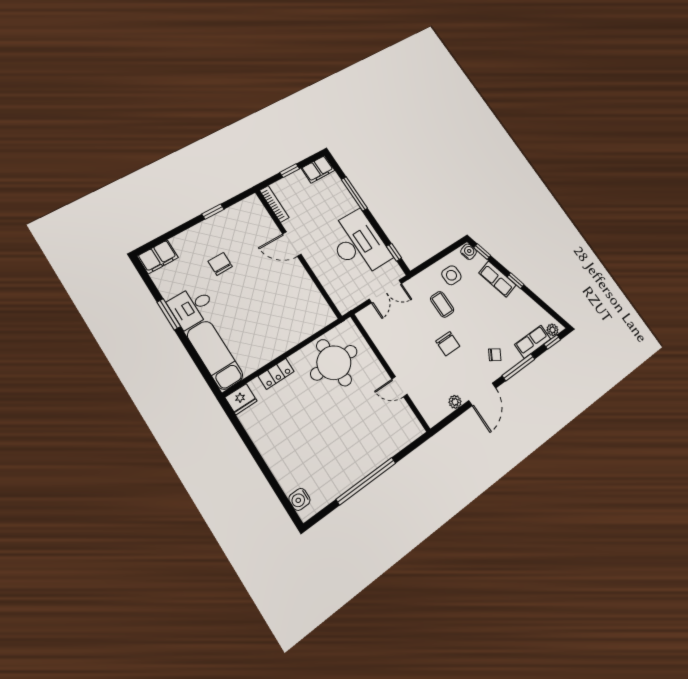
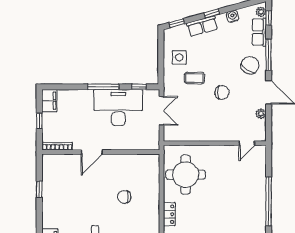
window: (354, 194) -> (103, 87), moved
water cooler: (469, 252) -> (233, 16), moved
chair: (220, 264) -> (124, 197), moved
chair: (495, 355) -> (250, 65), width x1.87, depth x1.87
door: (400, 387) -> (247, 143), moved

